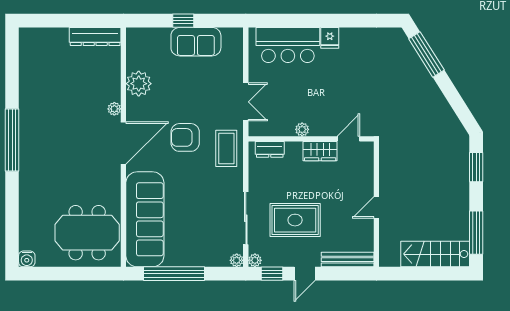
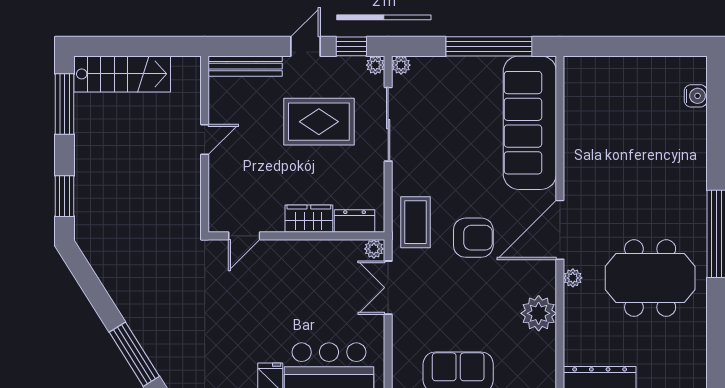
plant: (302, 129) -> (374, 249), moved
wardrobe: (320, 151) -> (309, 219), moved
meeting table: (87, 233) -> (650, 278), moved
water cooler: (27, 259) -> (696, 96), moved, turned 90

